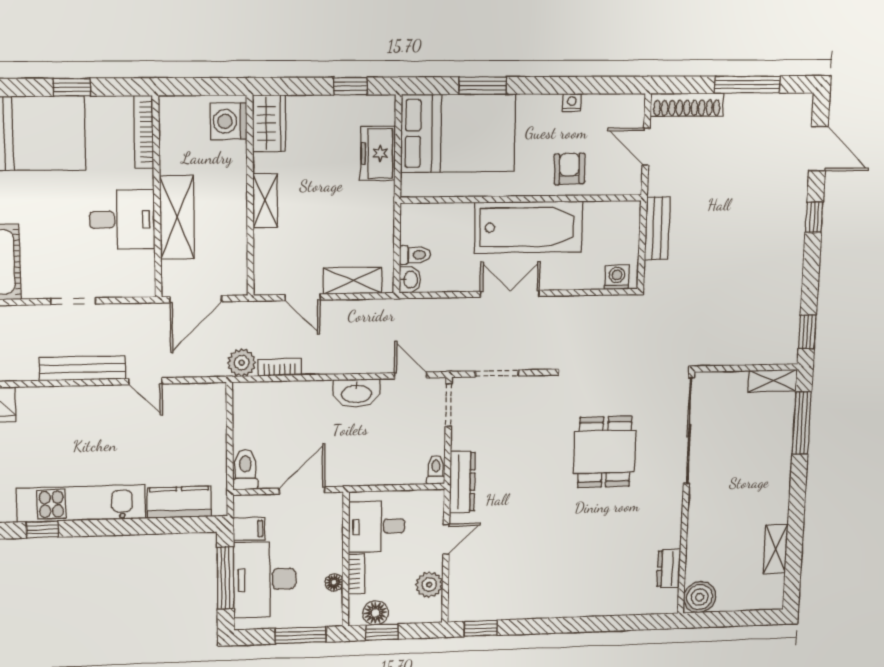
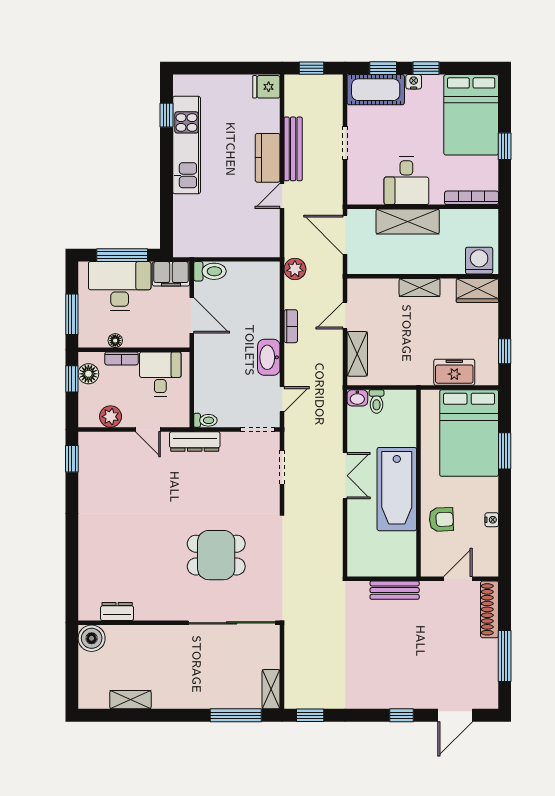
washing machine: (617, 277) -> (357, 560), removed
bookcase: (280, 367) -> (291, 326), moved
kitchen counter: (179, 502) -> (268, 158), moved, turned 180
filing cabinet: (249, 529) -> (171, 274), width x2.00

